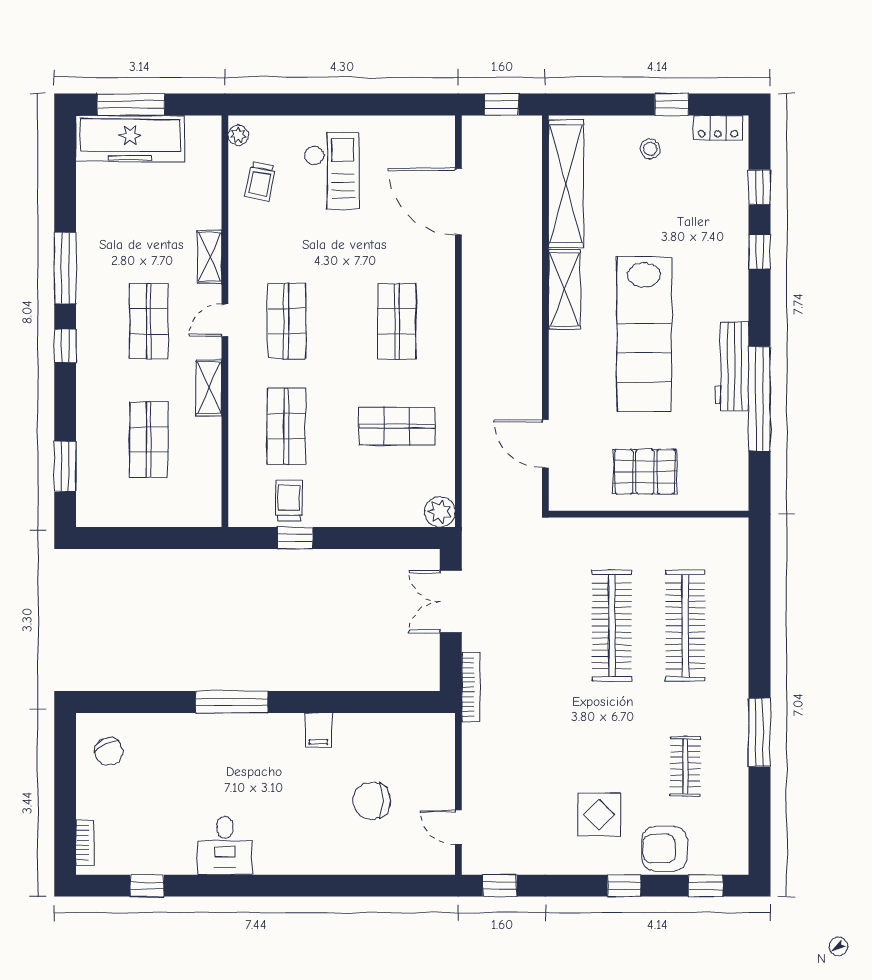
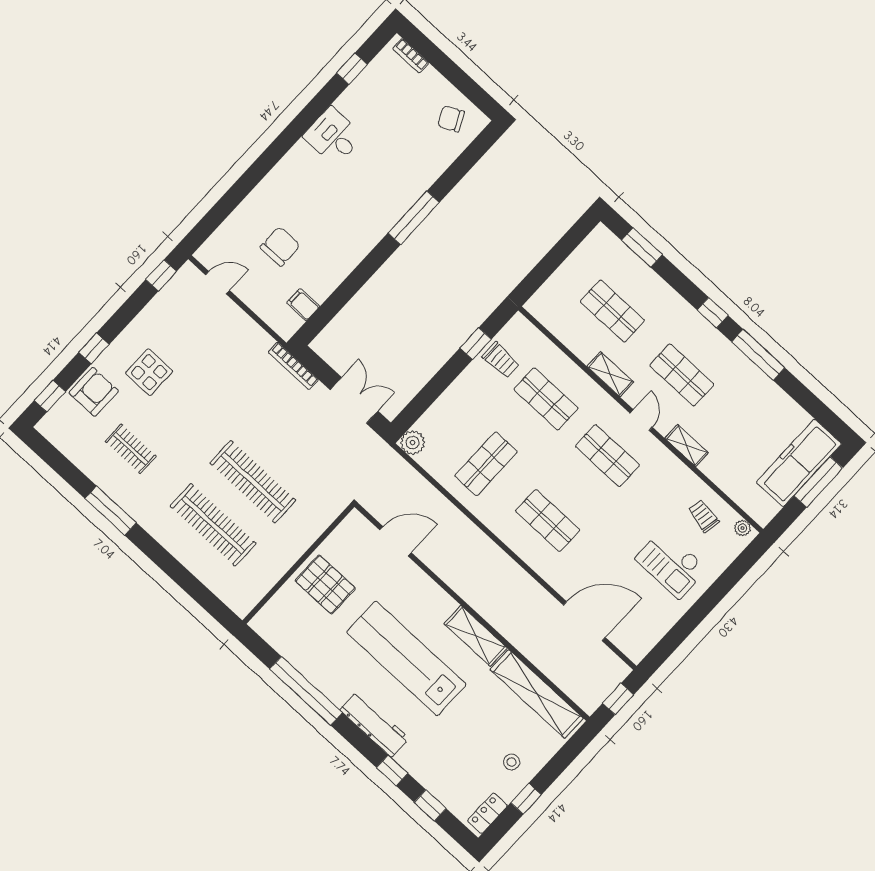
workbench: (732, 367) -> (374, 724), moved
pallet: (645, 472) -> (325, 584), turned 90
filing cabinet: (318, 730) -> (303, 305), moved

